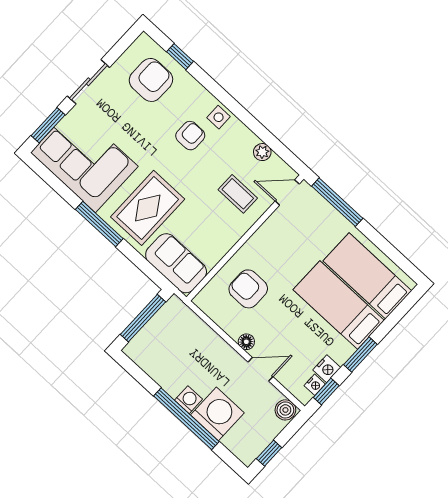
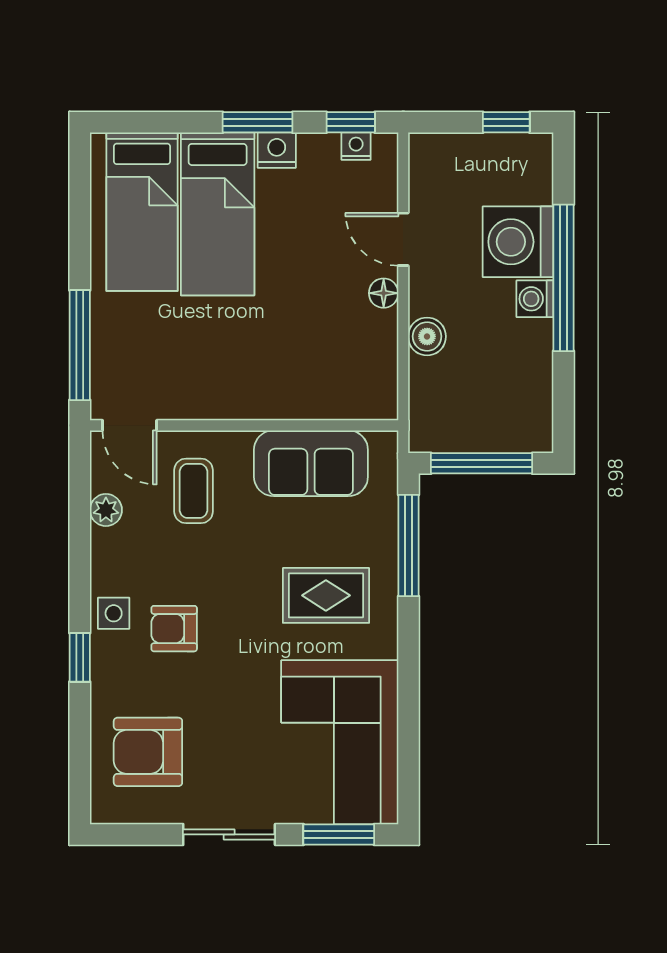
window: (180, 57) -> (80, 657), moved
rug: (148, 208) -> (326, 595), width x0.73, depth x0.70
window: (99, 224) -> (409, 546), moved
sofa: (176, 263) -> (311, 463), moved, turned -90
armchair: (248, 289) -> (309, 357), removed
nightstand: (327, 369) -> (277, 150), moved
boiler: (285, 410) -> (427, 336), moved

